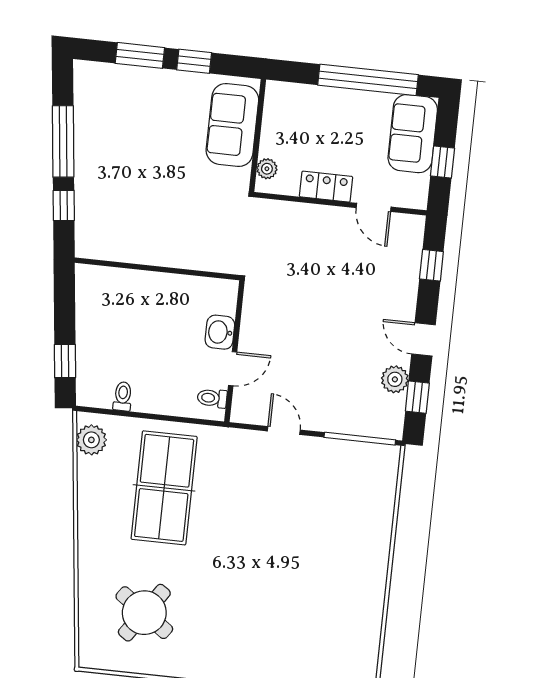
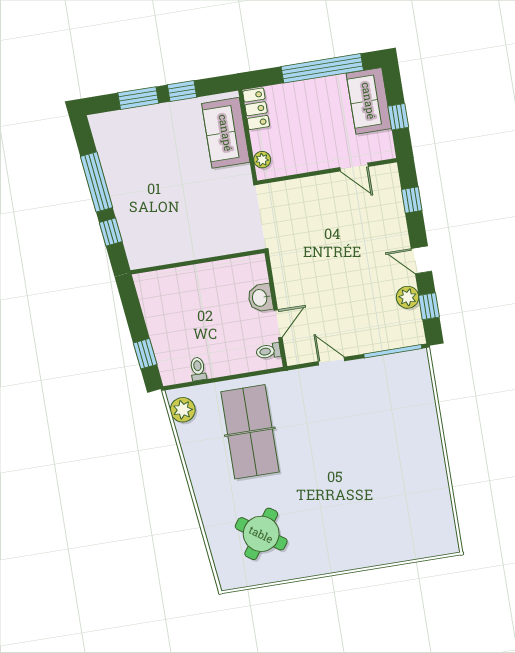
locker: (326, 187) -> (256, 109), moved, turned 90

